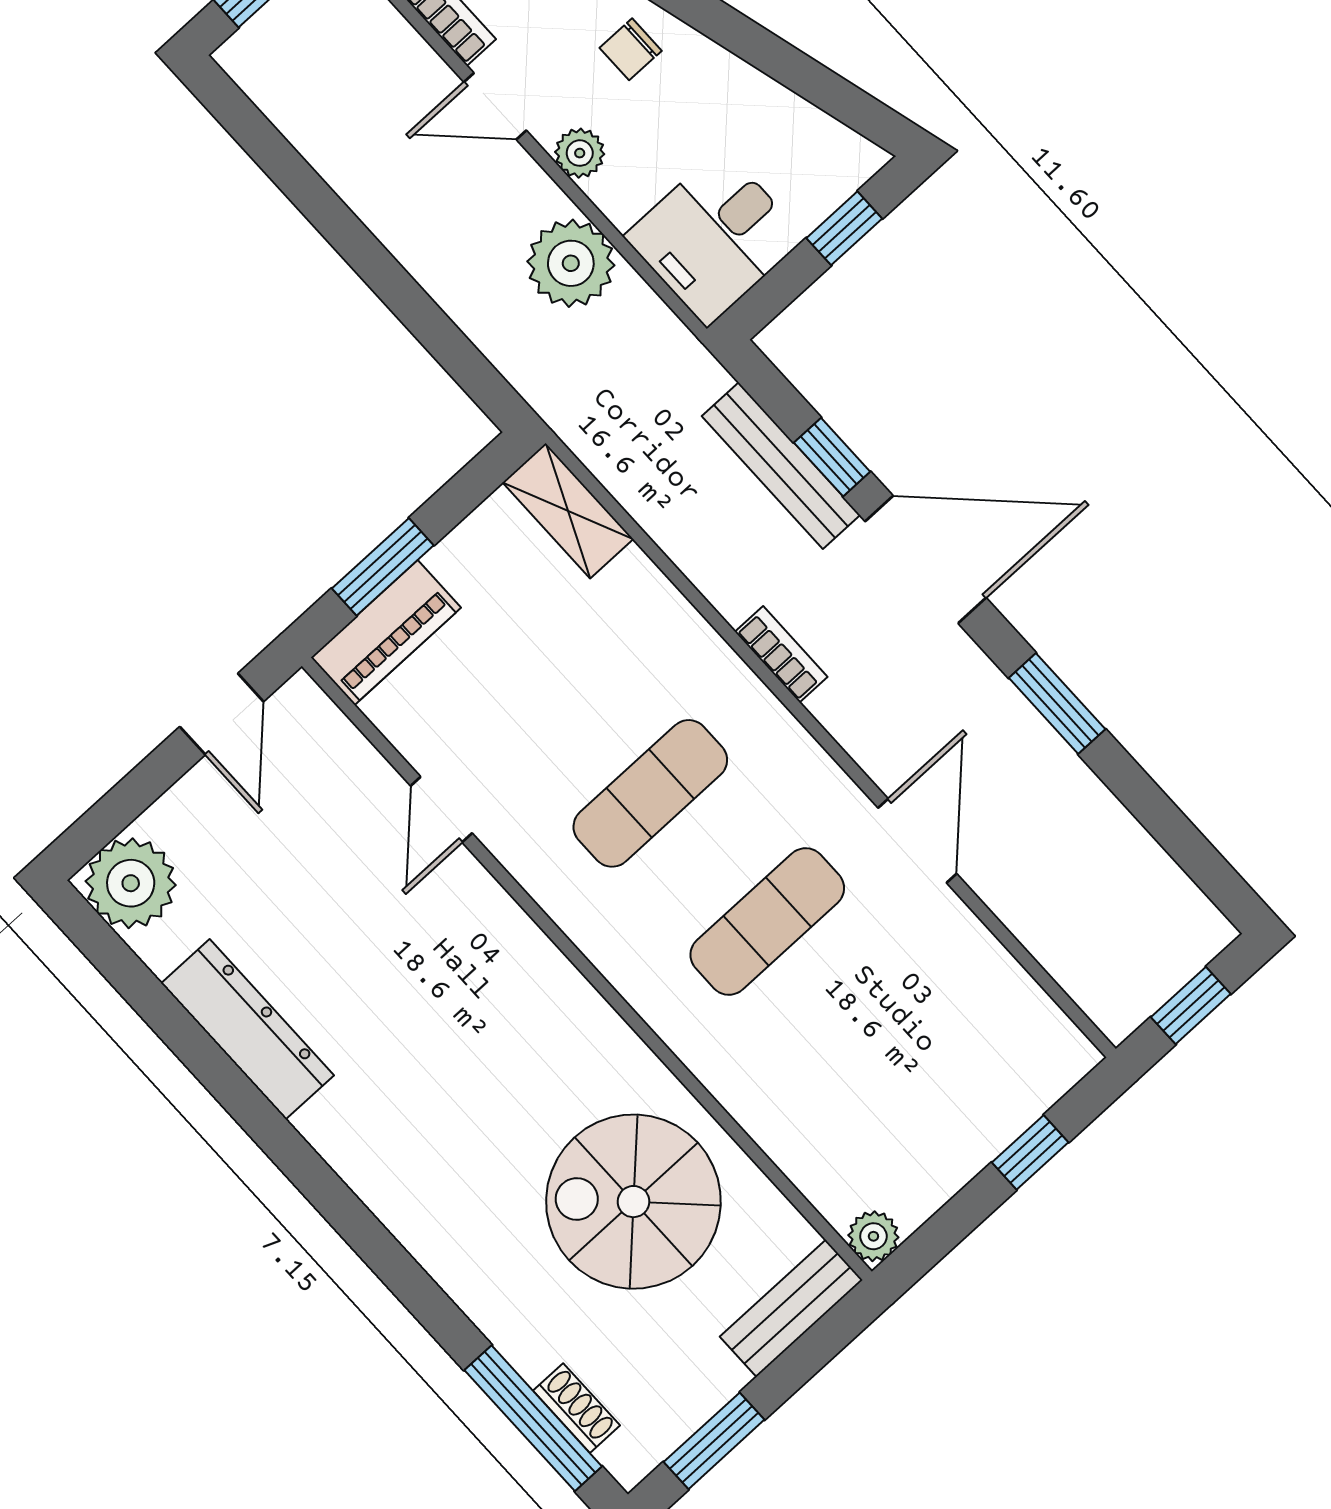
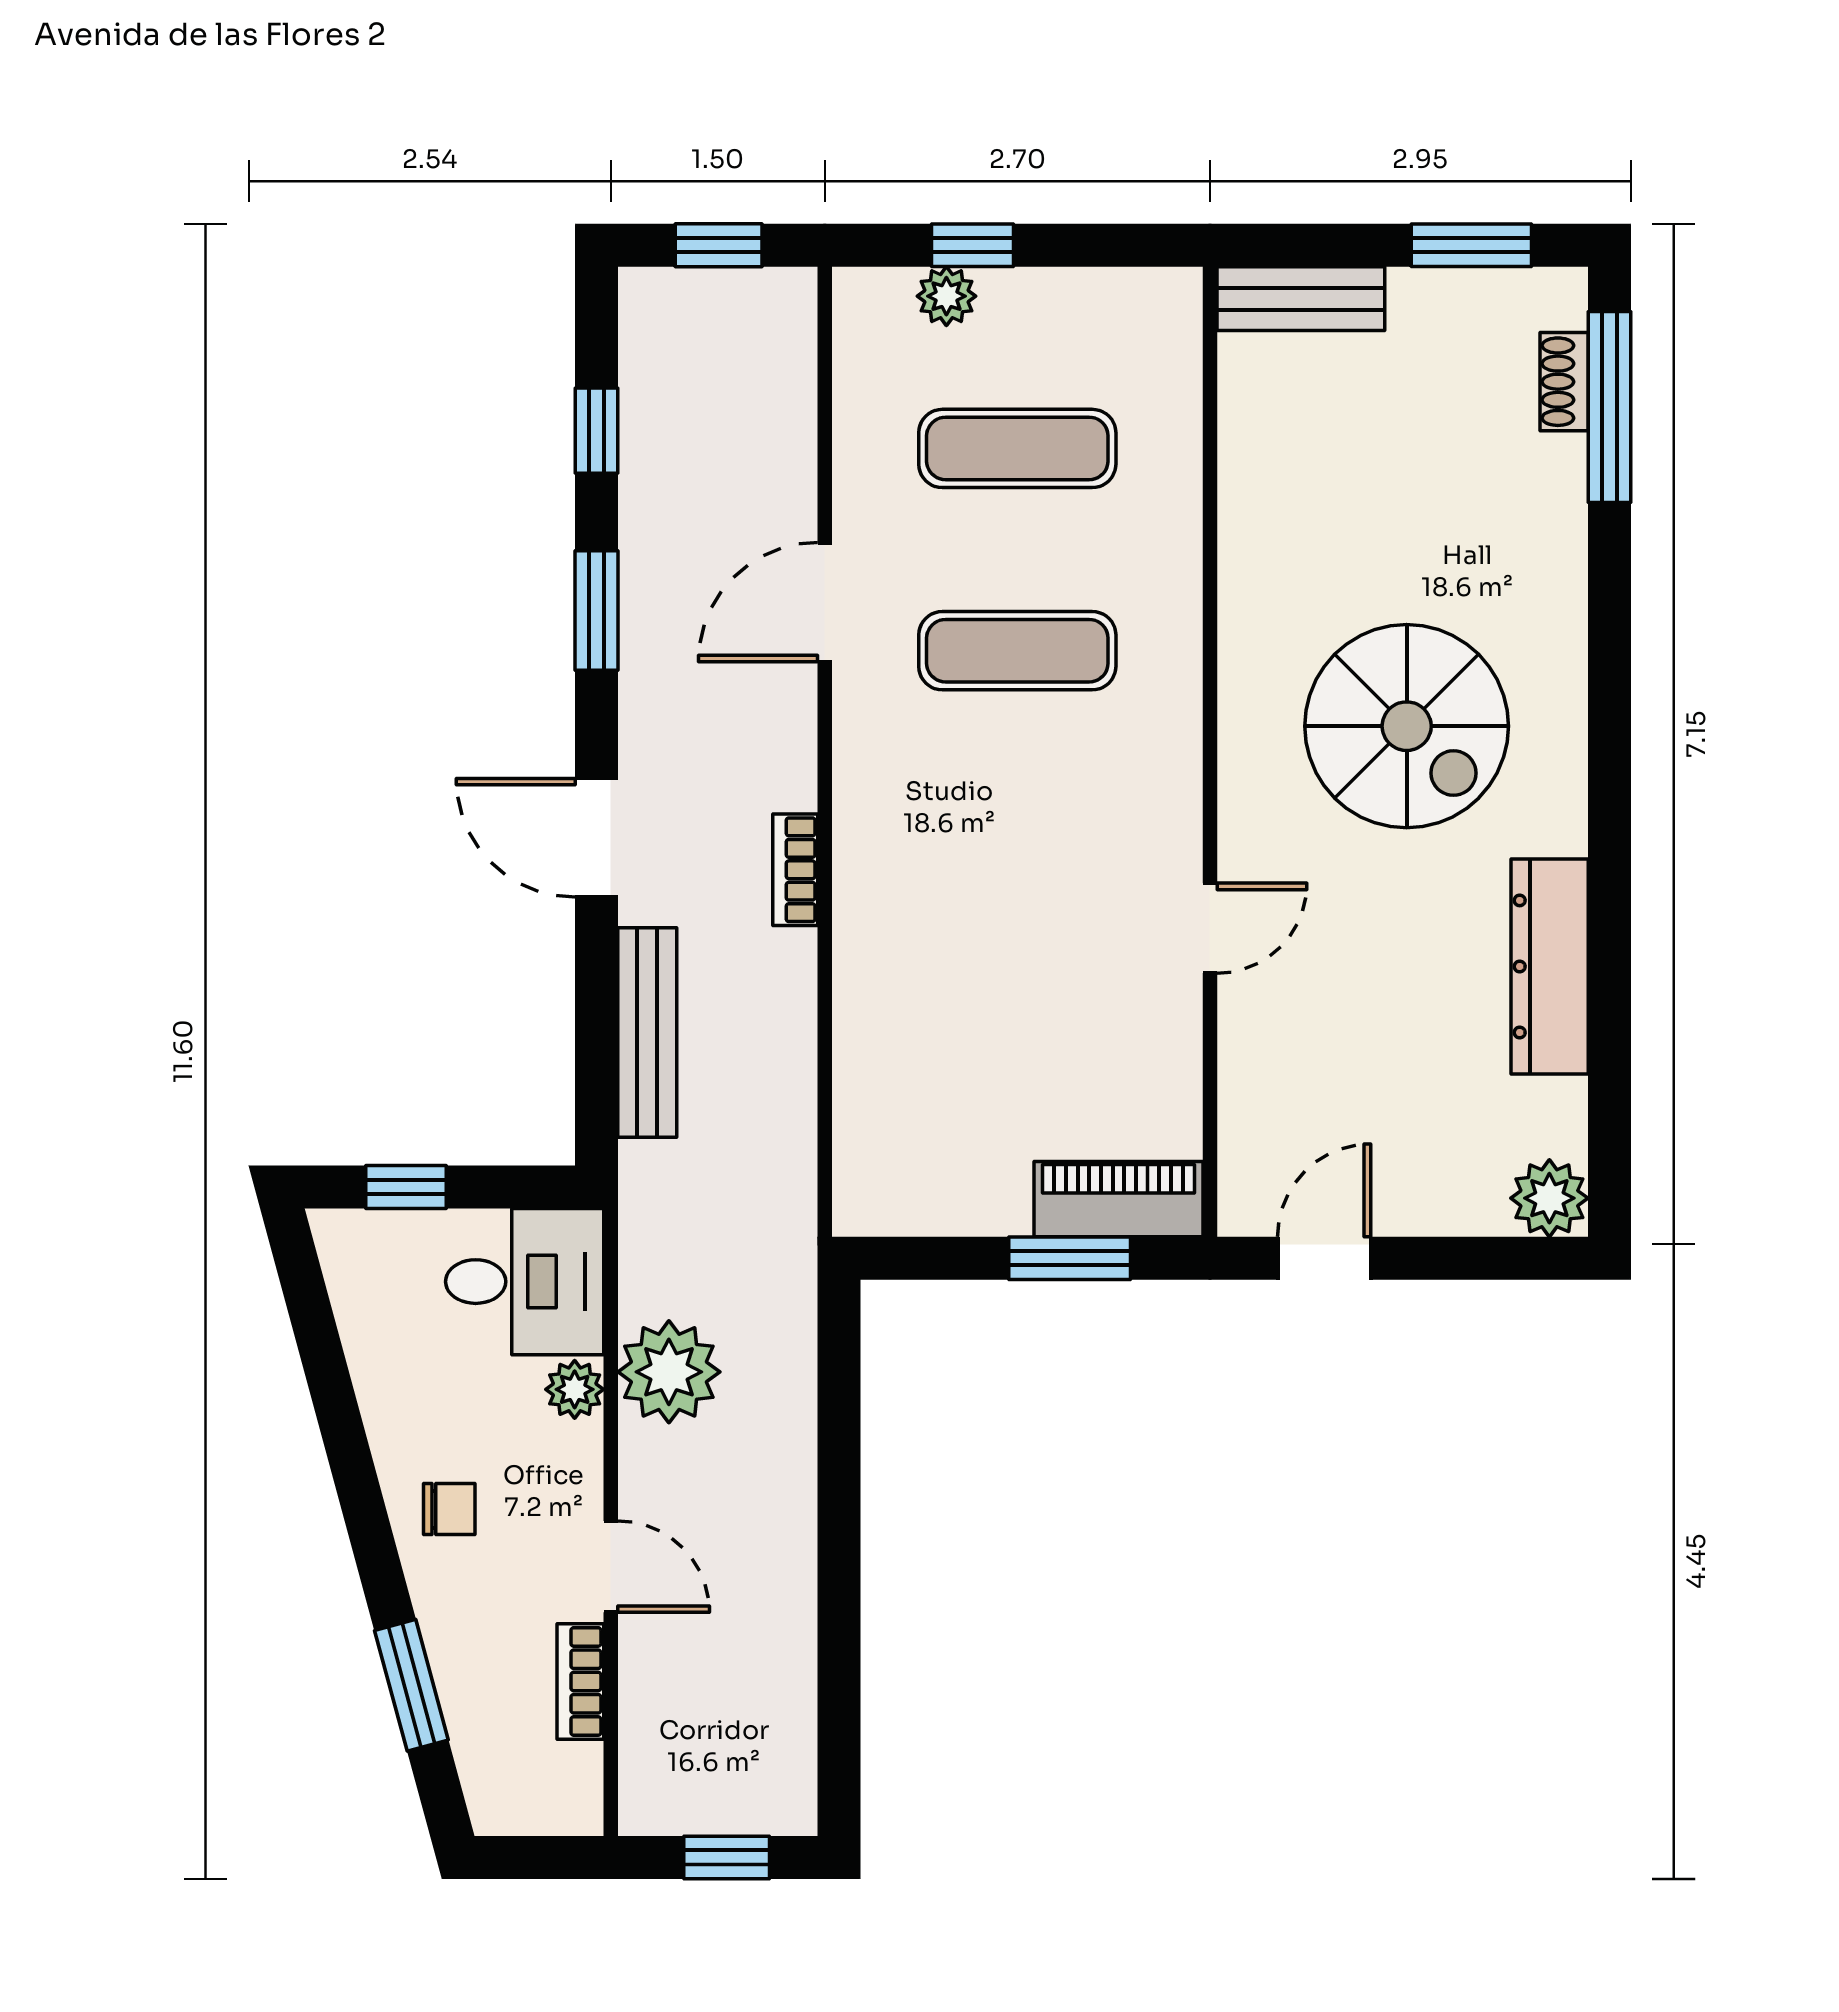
plant: (580, 153) -> (575, 1389), moved
window: (832, 457) -> (596, 431), moved
shelving: (568, 511) -> (866, 1161), removed
door: (926, 560) -> (596, 838), width x0.73
exercise mat: (650, 793) -> (1017, 448), moved
door: (441, 810) -> (1210, 928), moved
plant: (131, 883) -> (1549, 1198), width x0.73, depth x0.73
spiral stairs: (633, 1202) -> (1407, 726), moved
plant: (873, 1236) -> (946, 296), moved

